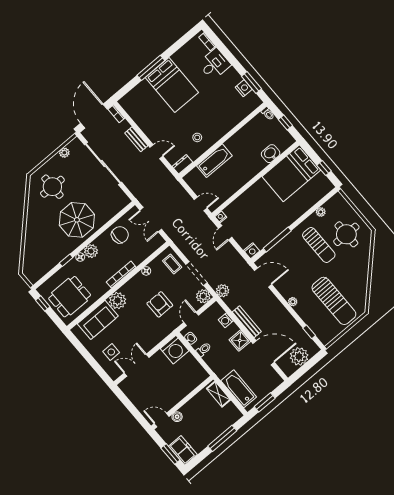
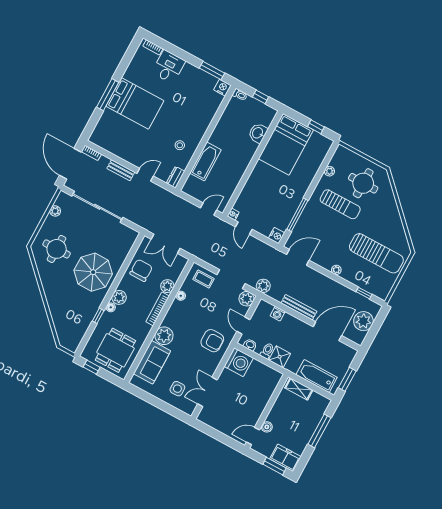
nightstand: (244, 88) -> (222, 88), moved
plant: (138, 258) -> (167, 286), added
armchair: (160, 304) -> (212, 341), moved, turned 180
shower: (240, 340) -> (280, 357), moved

